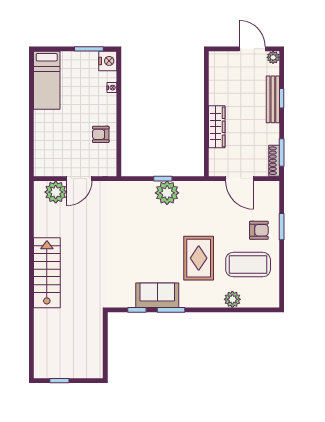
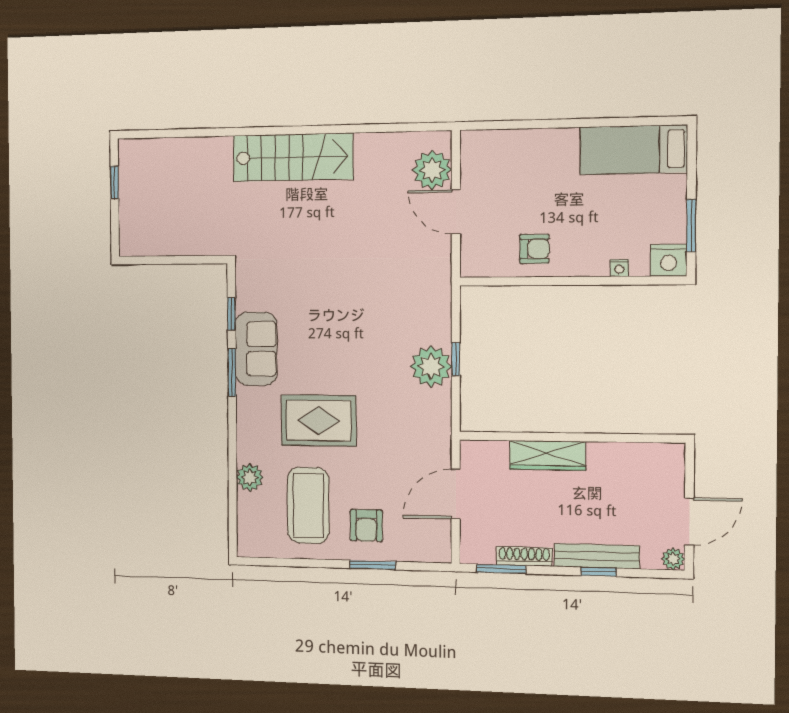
armchair: (101, 134) -> (534, 249), turned 90
shoe rack: (274, 161) -> (524, 556), moved

